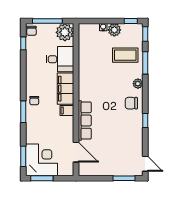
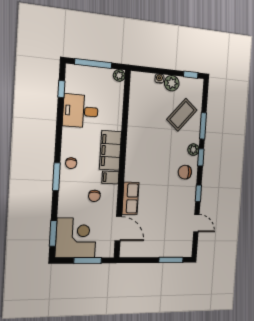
chair: (32, 31) -> (94, 196), moved
plant: (65, 32) -> (119, 75), width x0.53, depth x0.53
window: (145, 34) -> (201, 157), moved
coffee table: (125, 55) -> (182, 115), turned -50
desk: (60, 59) -> (81, 111), moved, turned 180
row of seats: (85, 120) -> (130, 198), width x0.68
door: (145, 164) -> (196, 223), moved
window: (42, 178) -> (88, 260), moved

